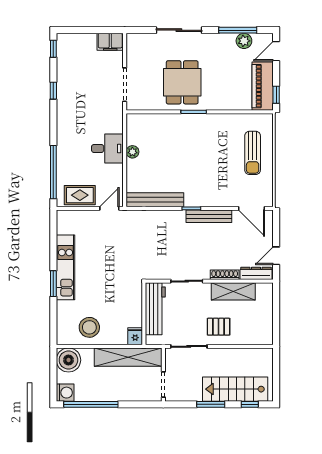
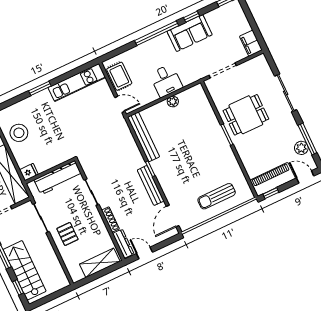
sofa: (70, 101) -> (190, 33), added
window: (53, 172) -> (157, 33), moved
kitchen unit: (66, 267) -> (77, 83), moved
shelving: (233, 291) -> (100, 263), moved, turned 90

